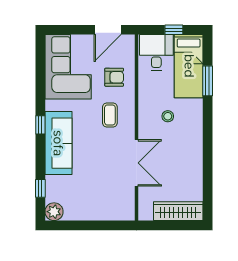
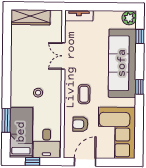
sofa: (58, 143) -> (122, 63), width x1.36, depth x1.27
double door: (137, 163) -> (63, 56), width x0.73
tv unit: (117, 214) -> (79, 16), added

